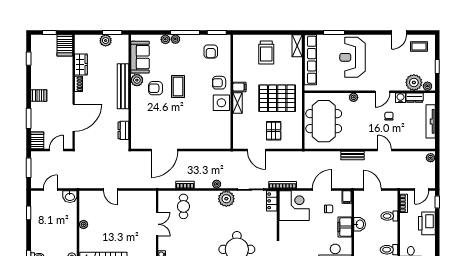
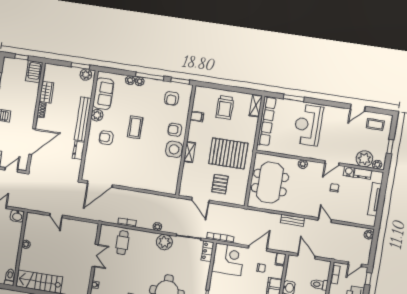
plant: (106, 41) -> (86, 75), moved
filing cabinet: (239, 87) -> (197, 116), moved
armchair: (156, 88) -> (106, 138), moved
dresser: (123, 130) -> (79, 150), moved
door: (164, 150) -> (100, 184), moved

